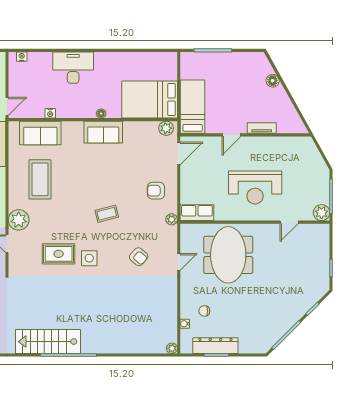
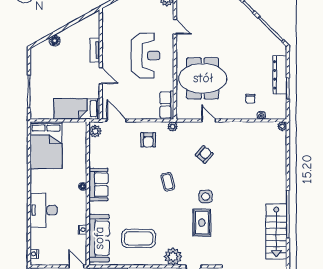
bed: (150, 100) -> (46, 145), moved
sofa: (40, 133) -> (99, 238), width x1.36
dresser: (215, 346) -> (280, 75), moved

